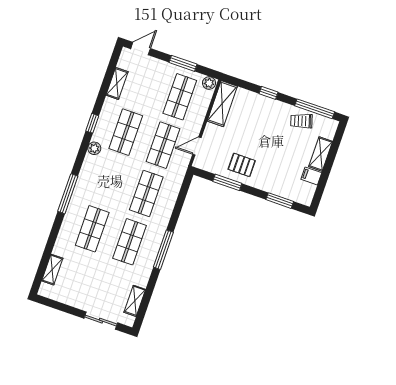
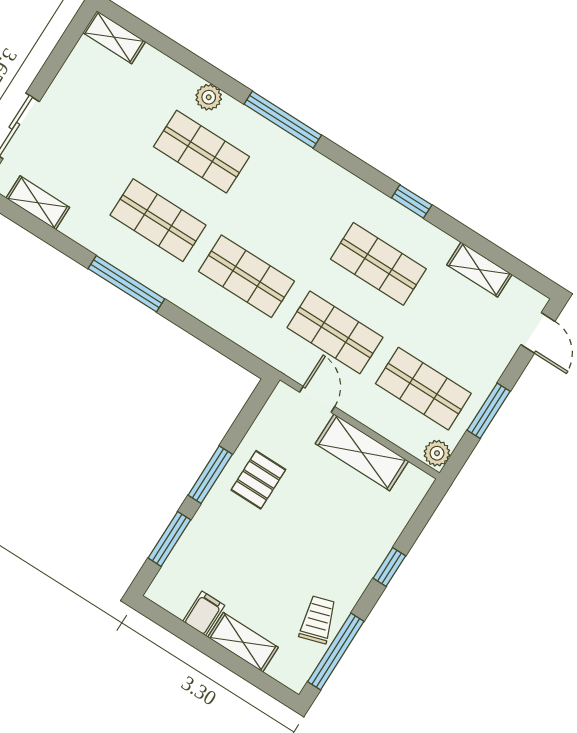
shelving: (222, 104) -> (362, 452), moved
plant: (94, 148) -> (209, 97), moved
window: (227, 182) -> (210, 475), moved
shelving: (52, 270) -> (114, 37), moved

